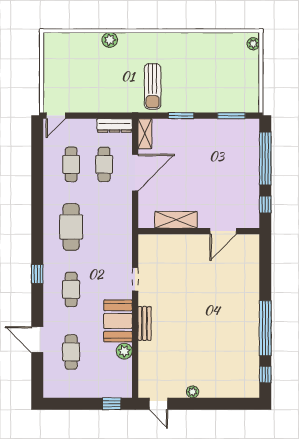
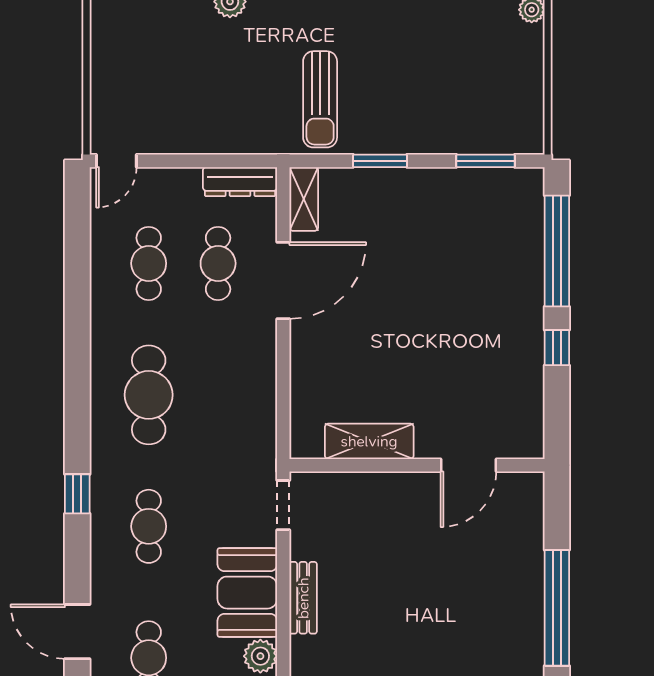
shelving: (176, 220) -> (369, 441), moved
wall: (199, 231) -> (417, 465), moved
door: (223, 231) -> (468, 465), moved

